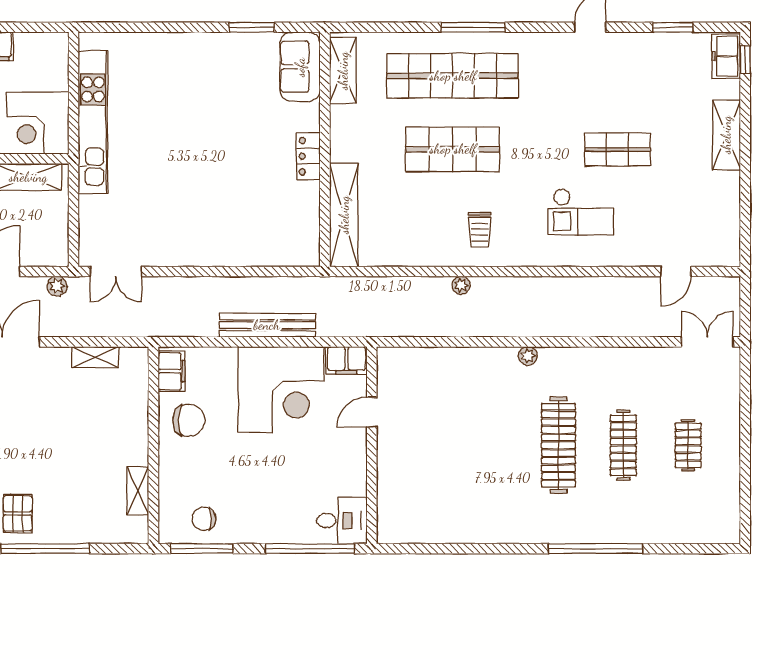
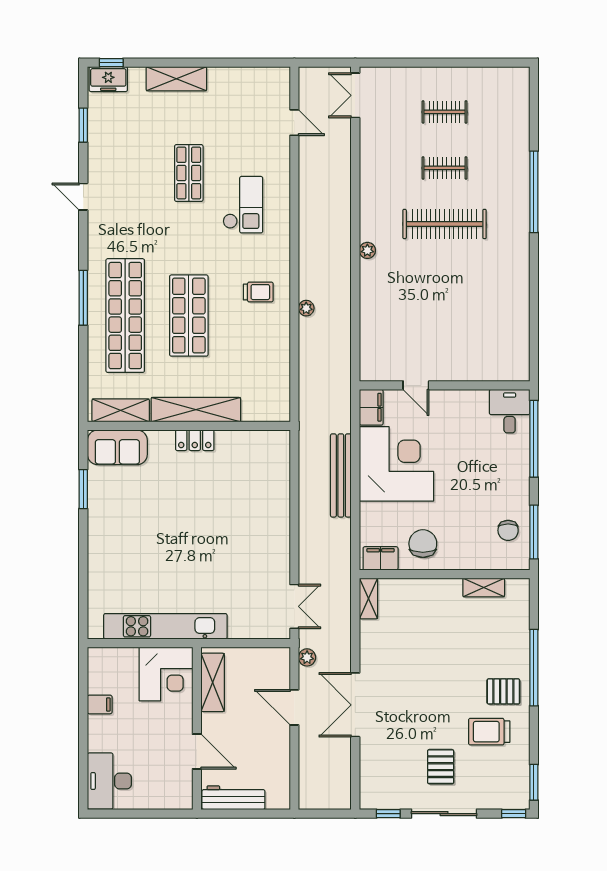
shelving: (344, 215) -> (196, 410), moved
shelving: (95, 357) -> (368, 599), moved
clothes rail: (623, 445) -> (445, 168), width x0.73

